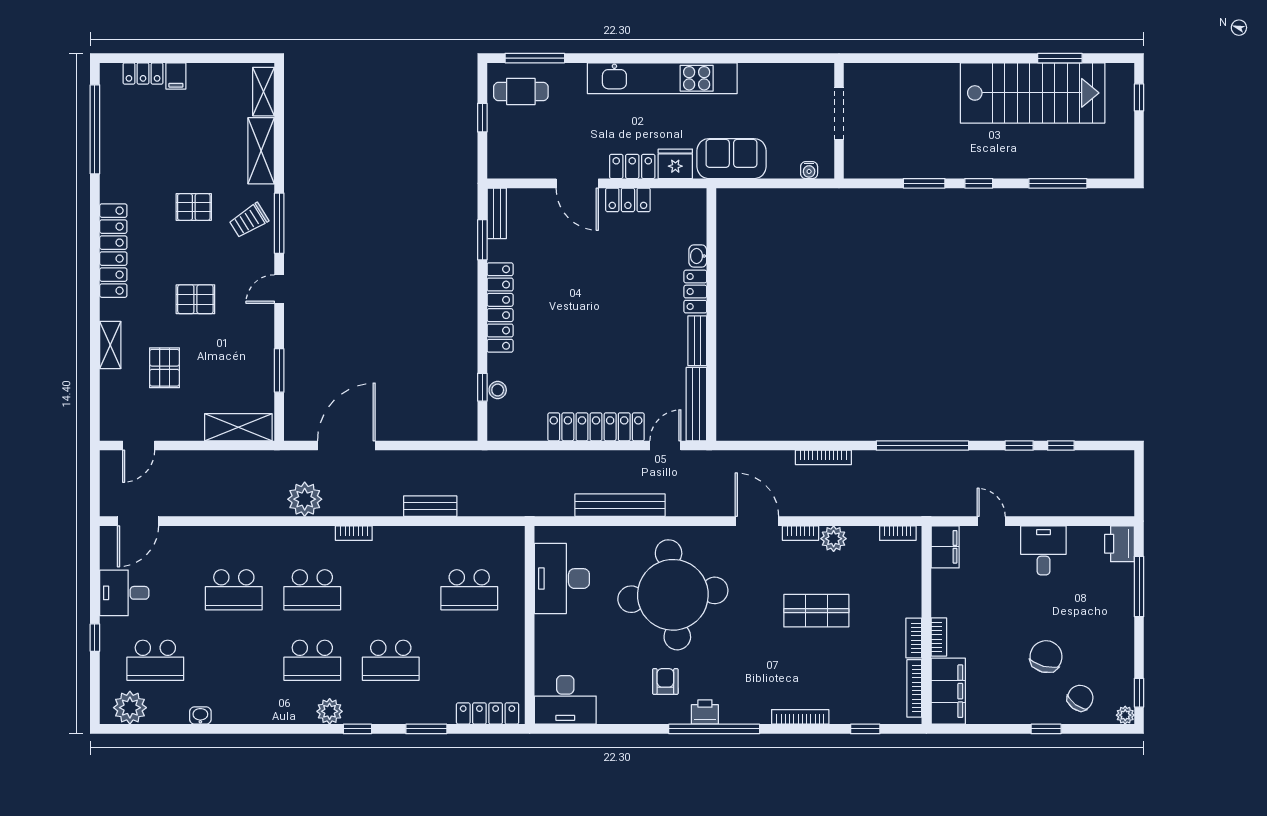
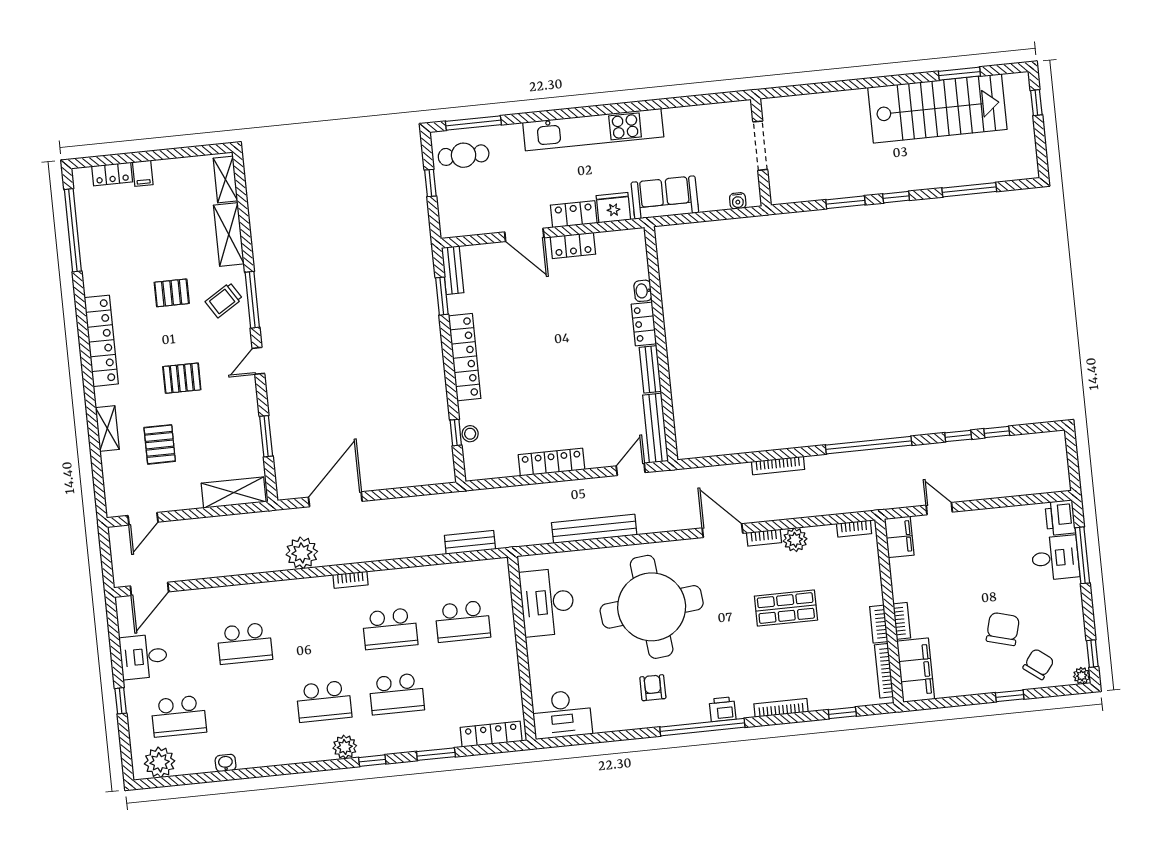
locker: (596, 427) -> (552, 462), width x0.71, depth x0.83
bench: (430, 506) -> (470, 542), moved
desk: (1043, 550) -> (1055, 558), moved, turned 90
school desk: (312, 590) -> (390, 629), moved
printer: (705, 712) -> (723, 709), moved

